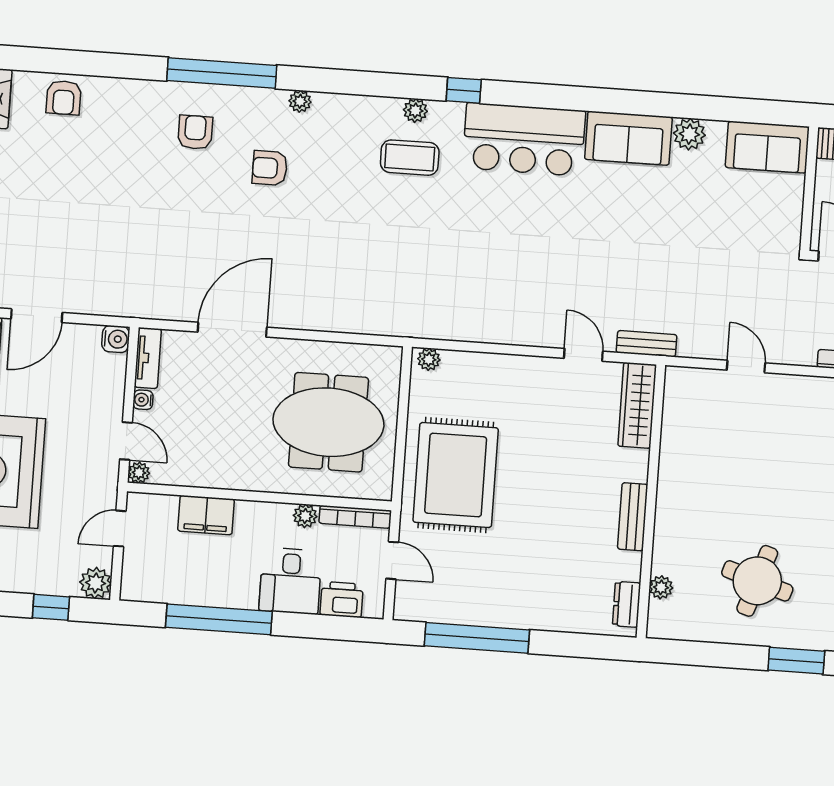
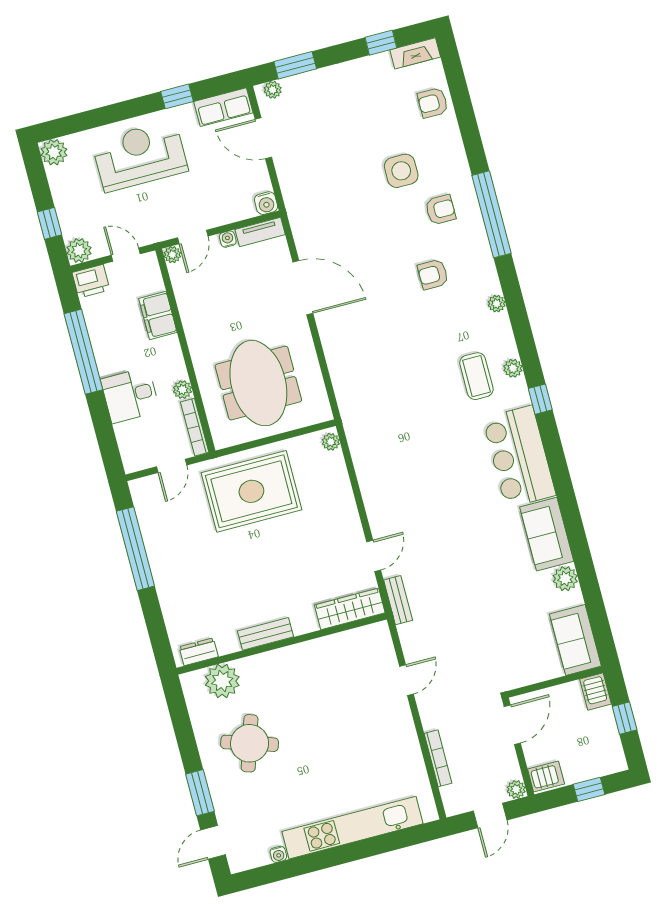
plant: (300, 101) -> (497, 304), moved
side table: (132, 163) -> (401, 171), added
armchair: (270, 168) -> (433, 274), turned -90
plant: (661, 587) -> (222, 681), width x1.88, depth x1.88
printer: (342, 599) -> (91, 281), moved, turned 90

